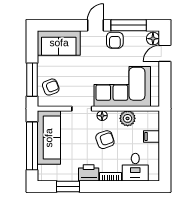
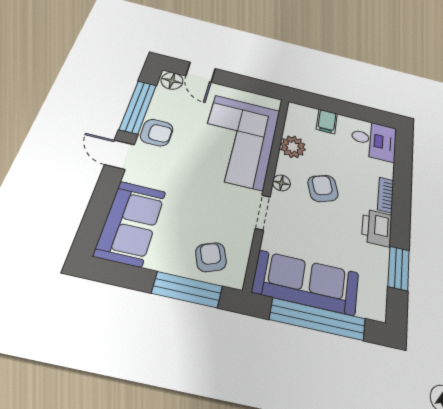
desk: (135, 167) -> (374, 140), moved

